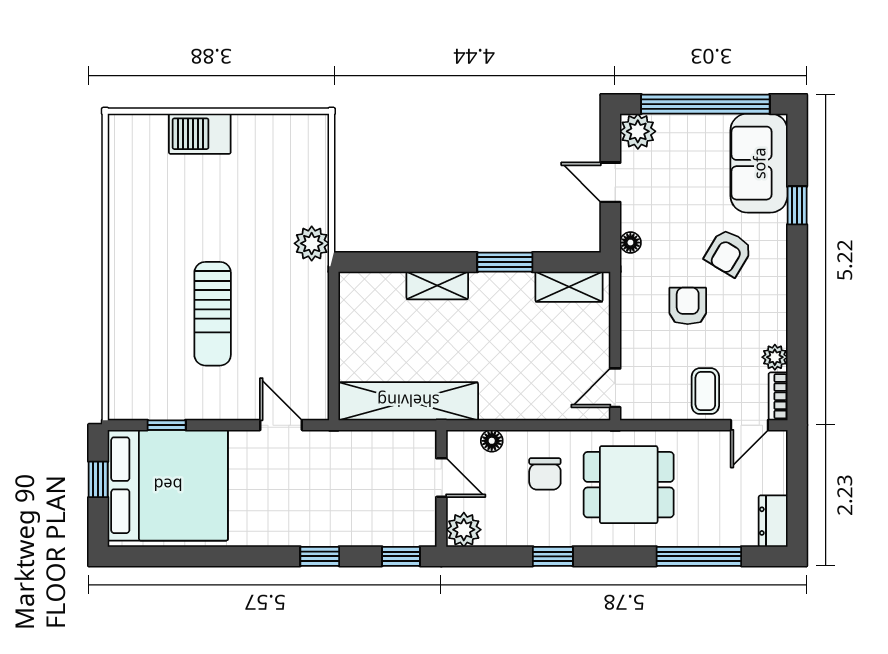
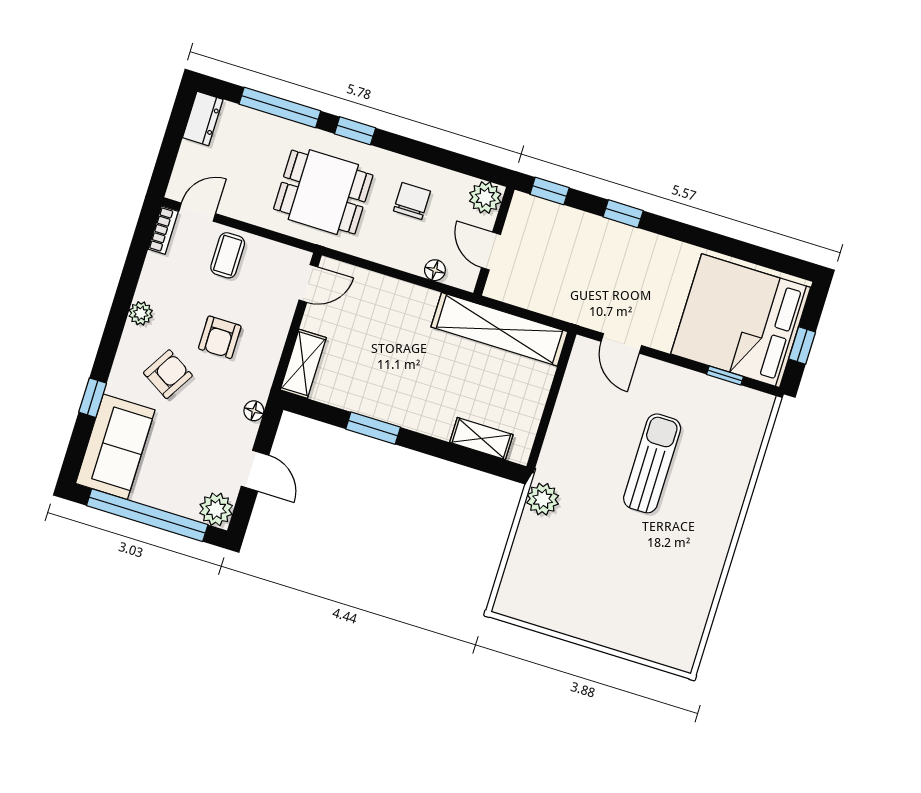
barbecue: (200, 134) -> (613, 630), removed
shelving: (437, 286) -> (481, 439), moved
shelving: (569, 287) -> (303, 364), moved, turned 90
plant: (775, 357) -> (141, 313), moved
chair: (545, 474) -> (412, 201), moved
window: (553, 556) -> (355, 131), moved

